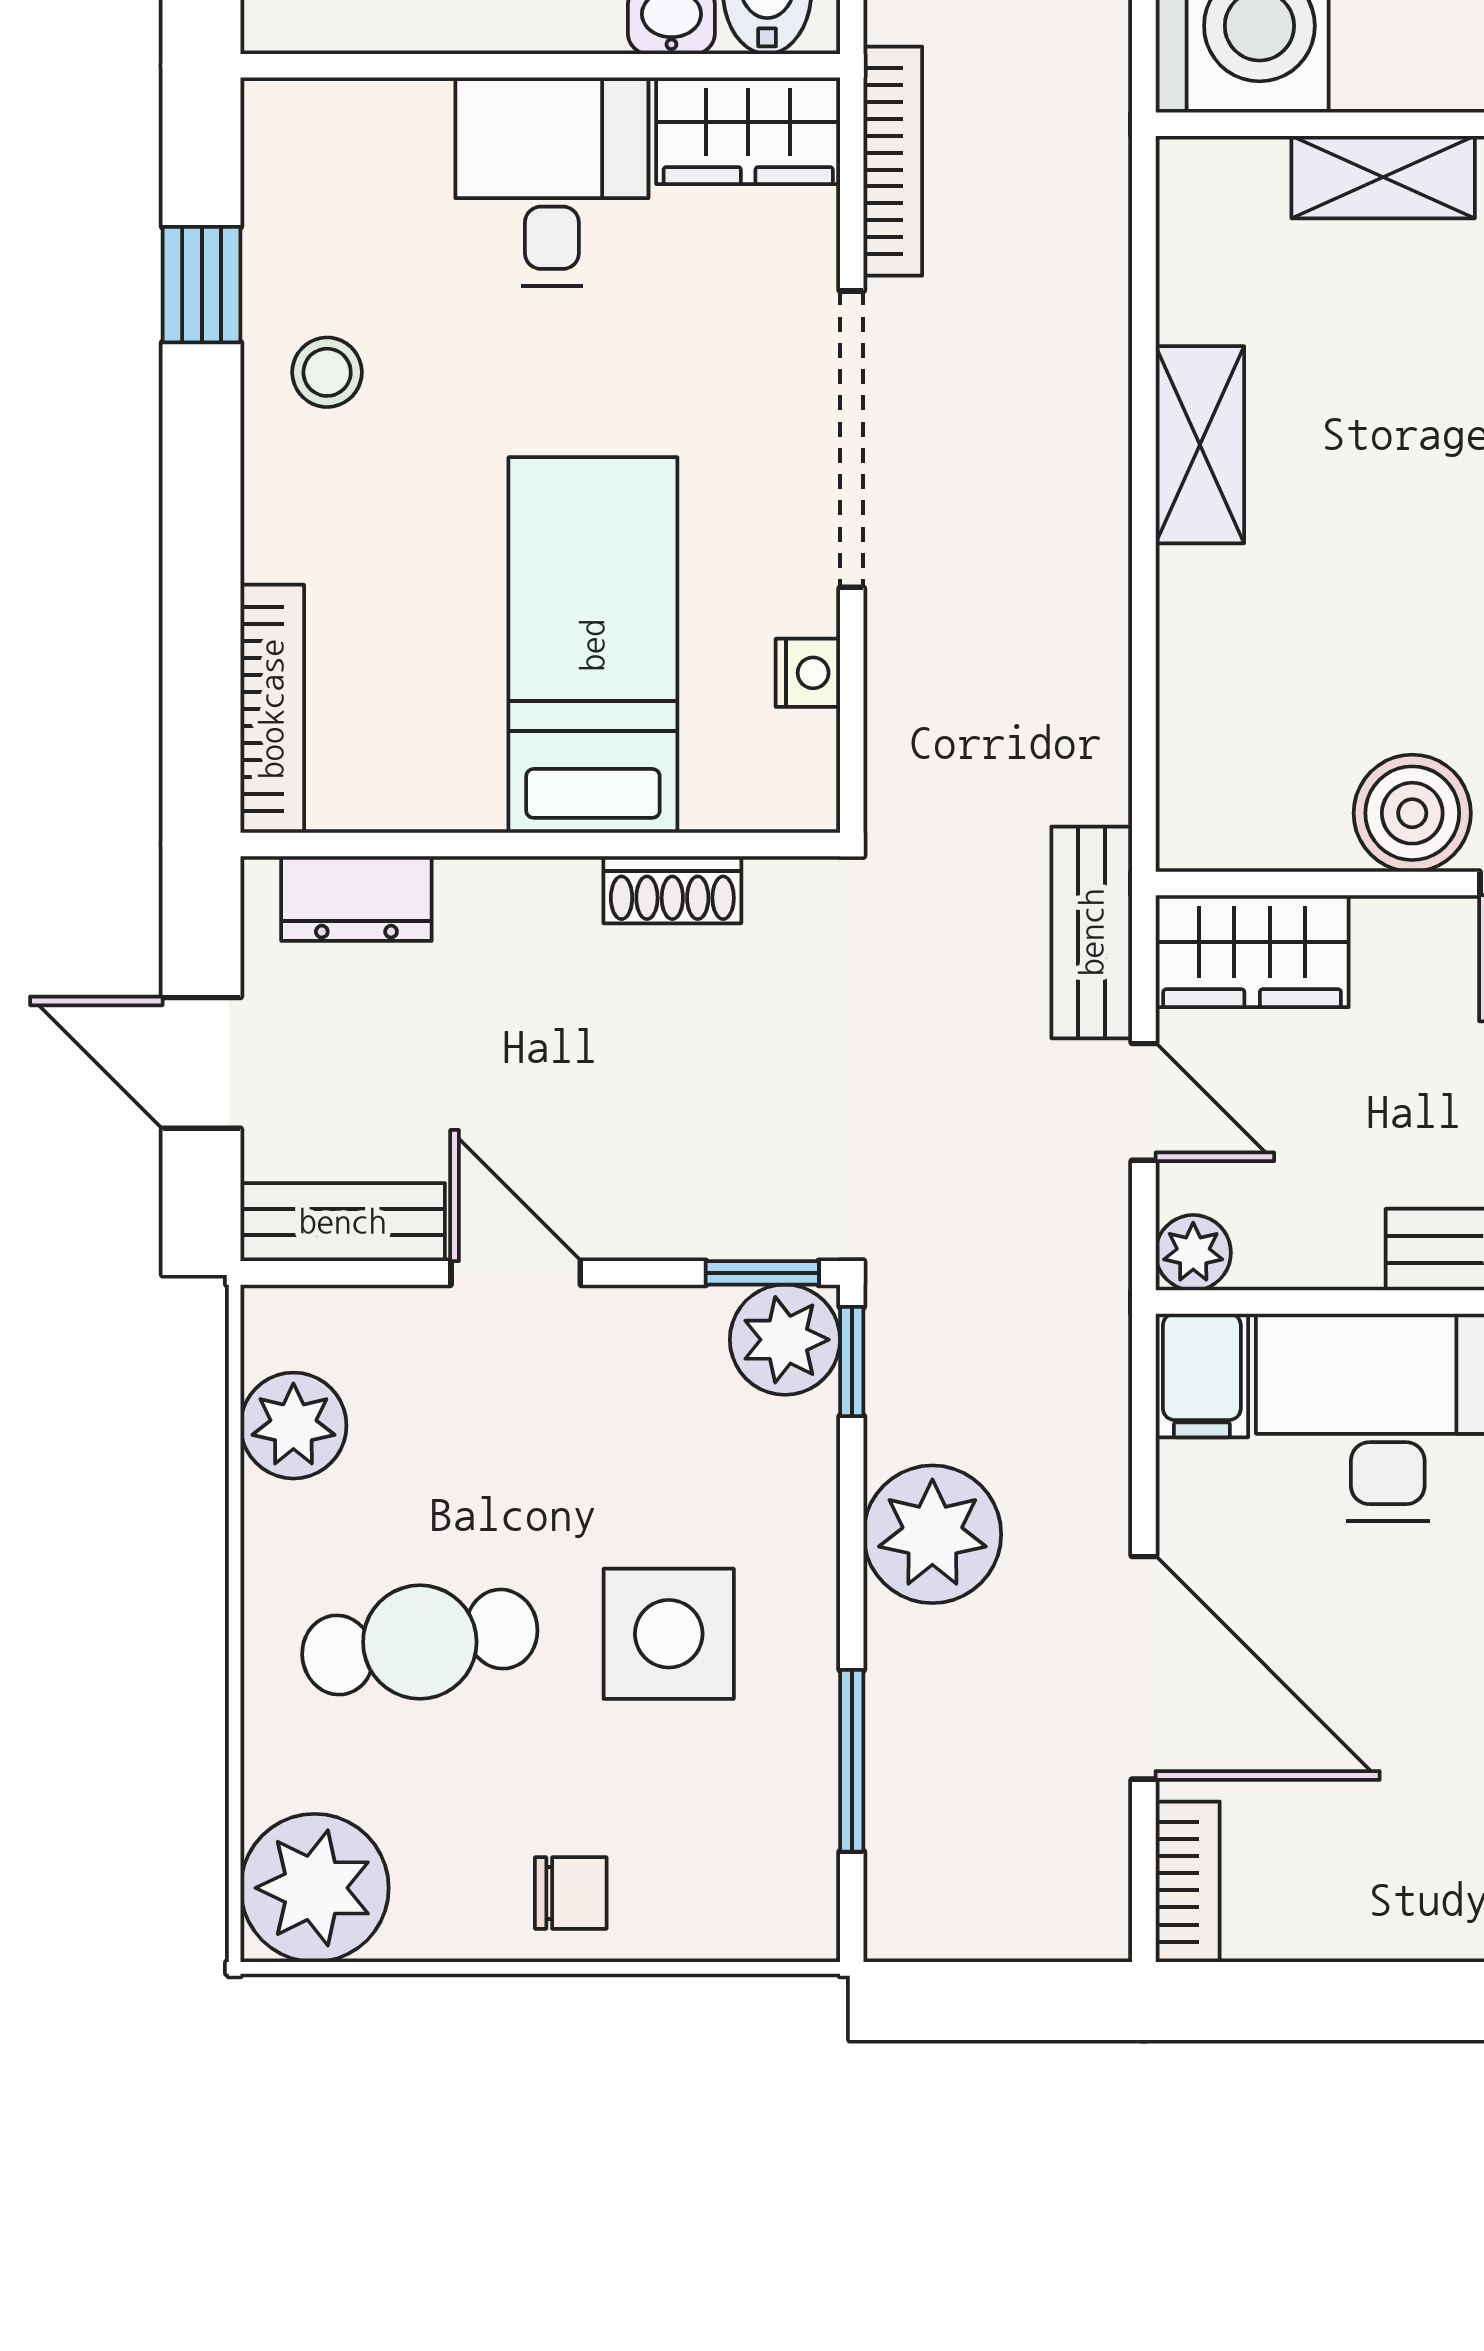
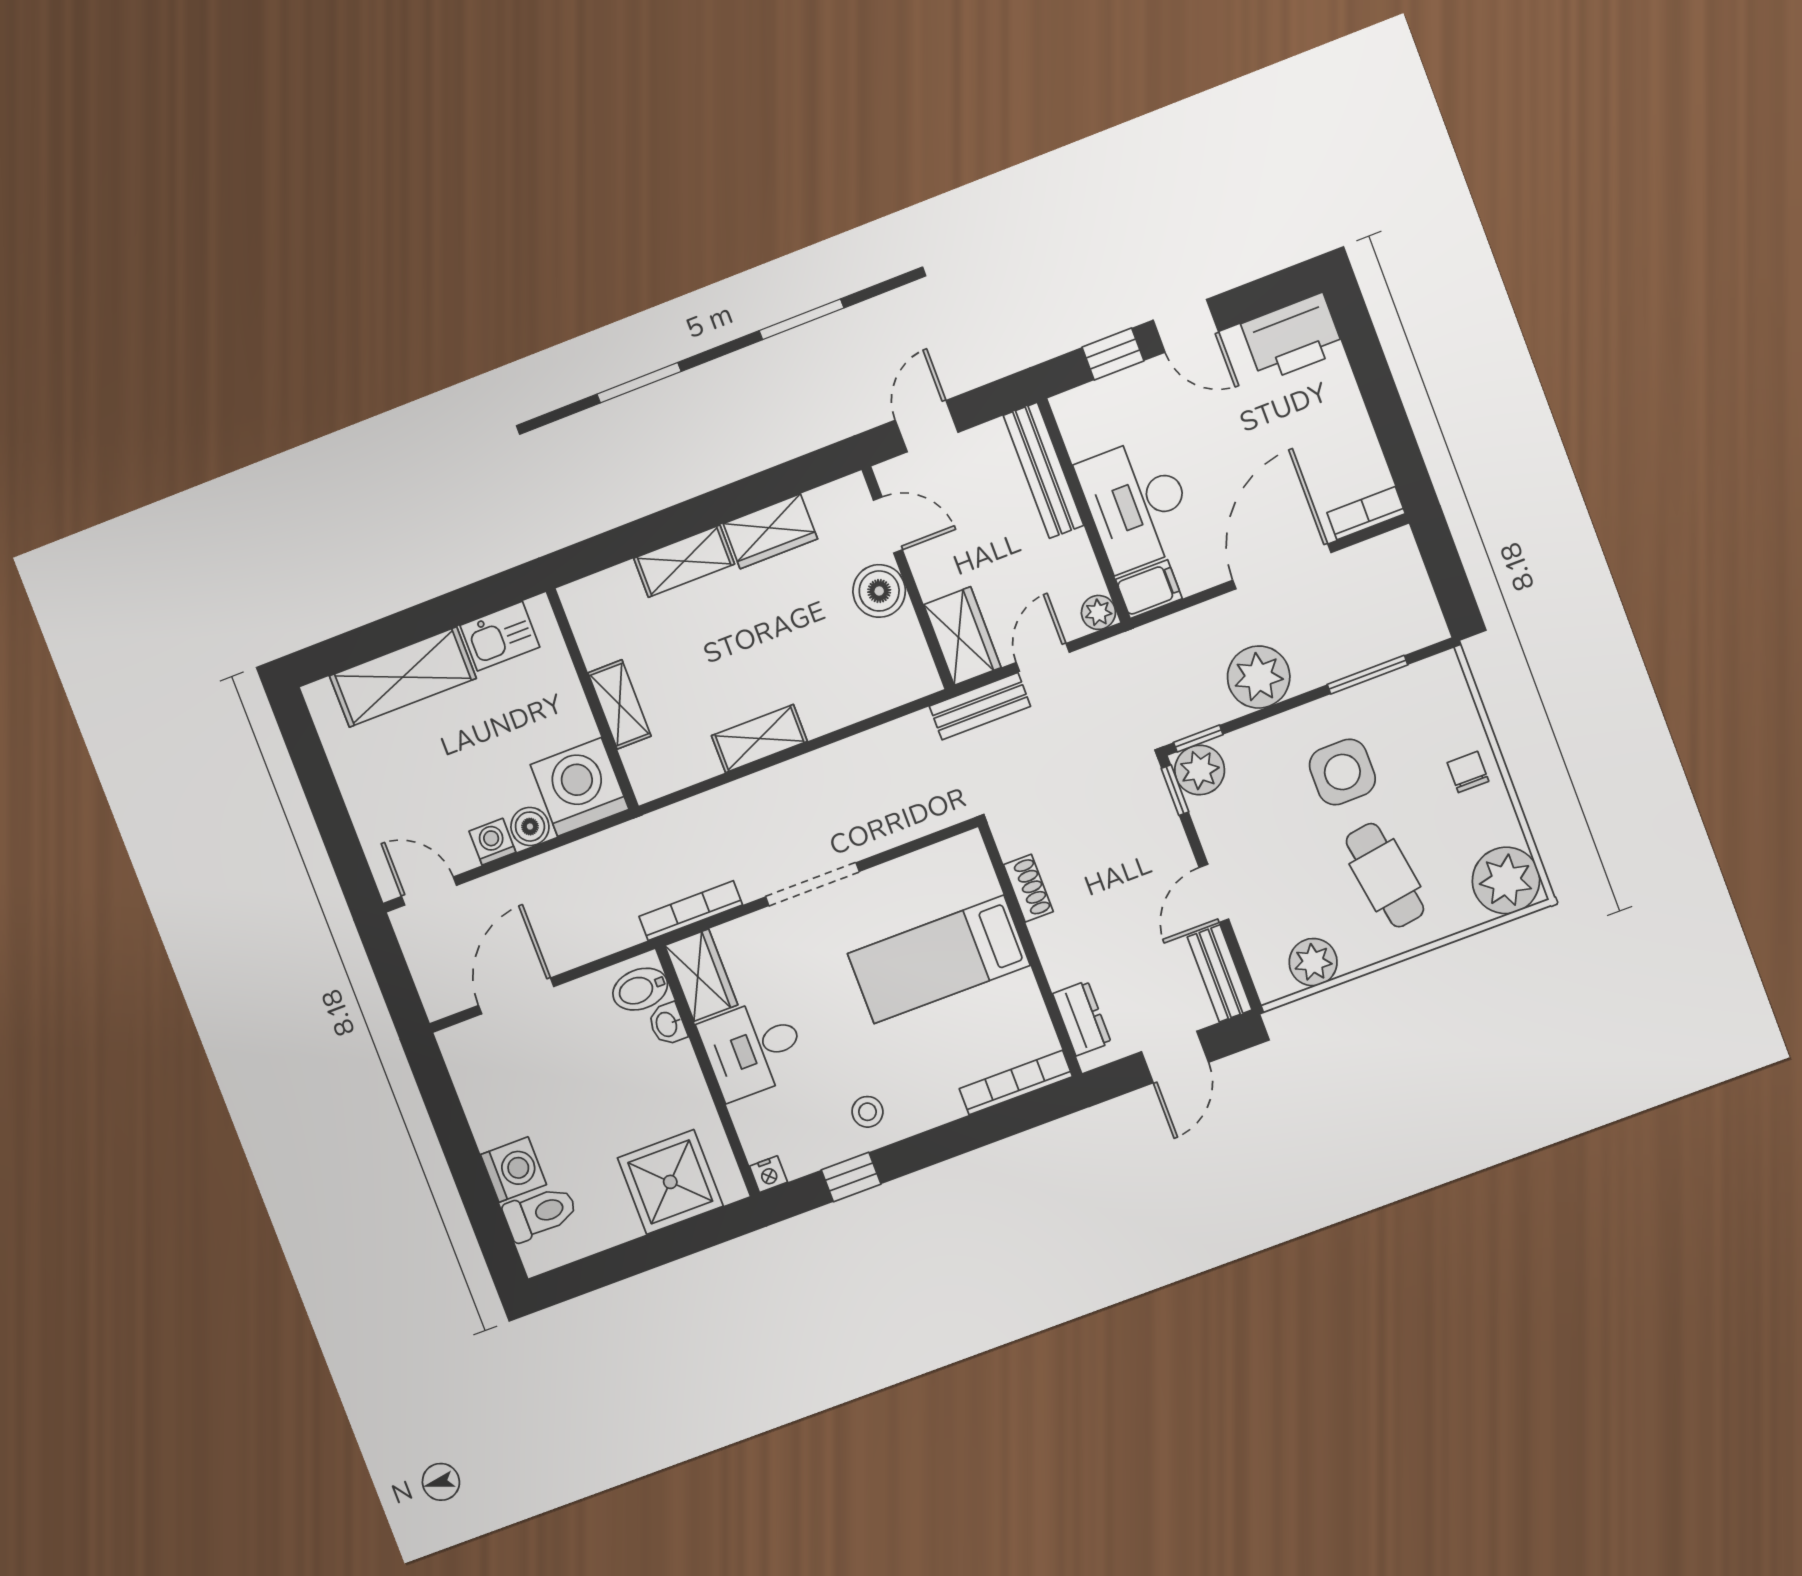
doorway: (852, 439) -> (812, 884), width x0.73
nightstand: (808, 673) -> (768, 1174), moved, turned 180

